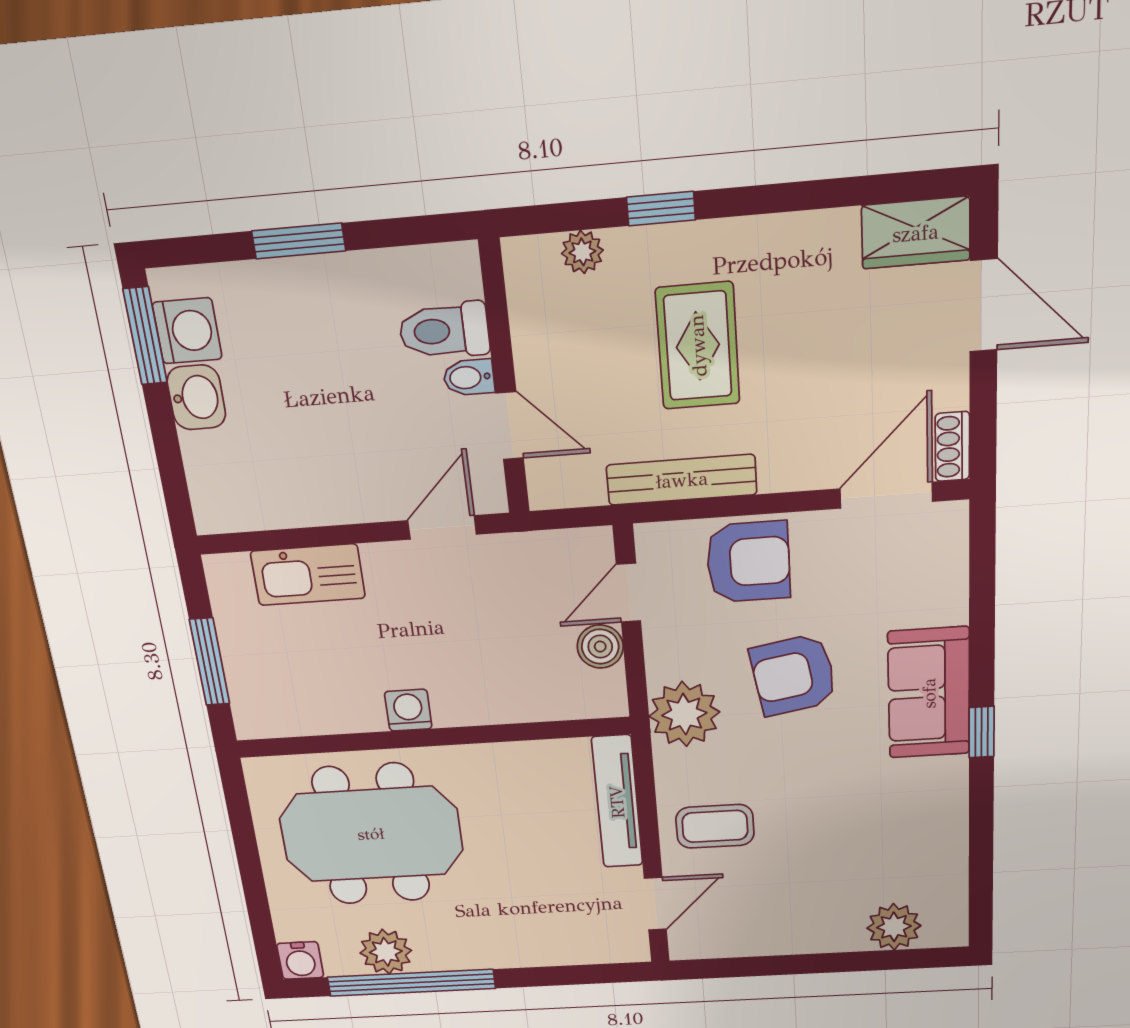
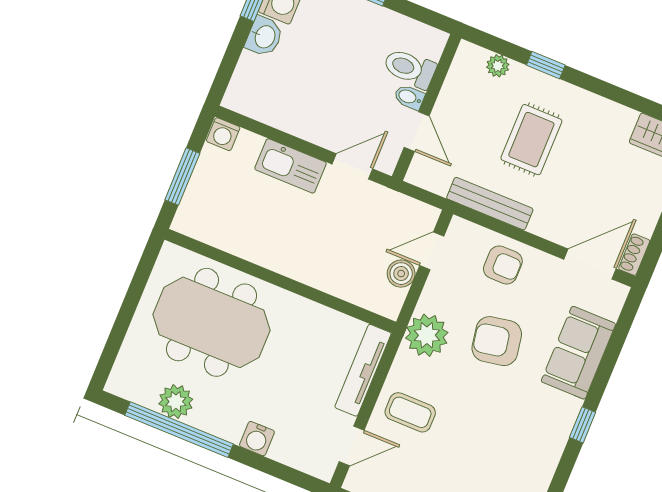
armchair: (748, 562) -> (503, 265), width x0.72, depth x0.72
kitchen sink: (308, 575) -> (290, 166), moved
sofa: (929, 693) -> (578, 353), moved
washing machine: (408, 710) -> (223, 134), moved, turned 180
water cooler: (300, 960) -> (257, 439), moved

